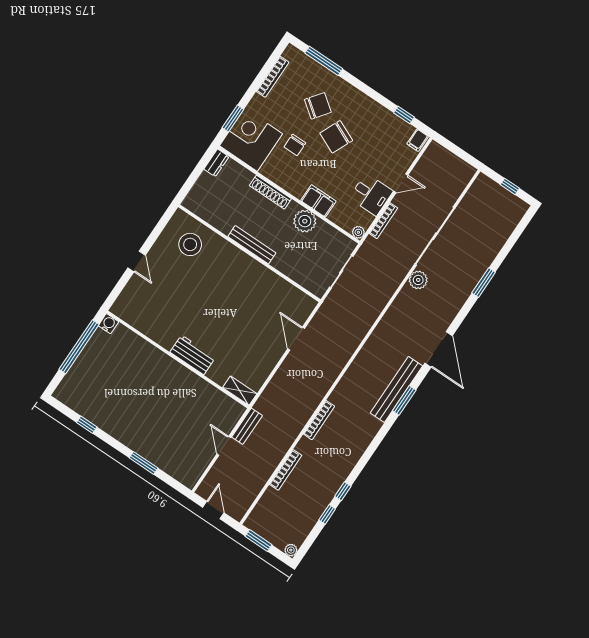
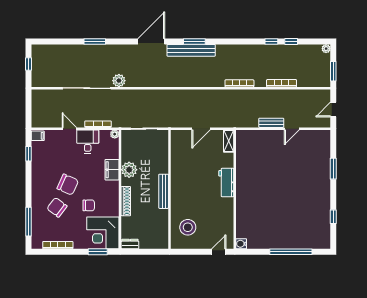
water cooler: (108, 324) -> (241, 244), moved
workbench: (193, 355) -> (226, 182), moved
wall: (178, 359) -> (235, 189), moved
shelving: (240, 391) -> (229, 141), moved

